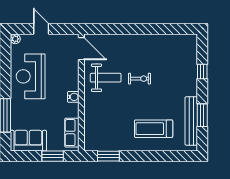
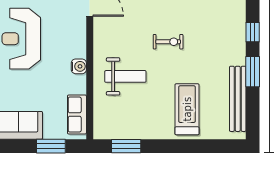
weight bench: (106, 78) -> (125, 76), moved
window: (202, 115) -> (253, 72), moved
treadmill: (154, 129) -> (187, 109), turned 90

